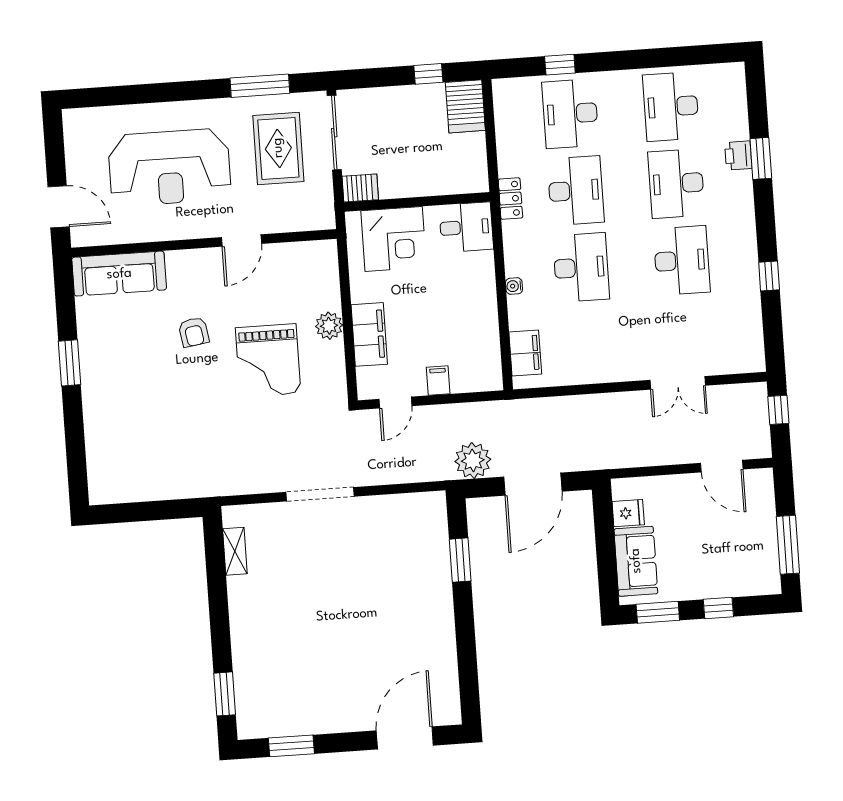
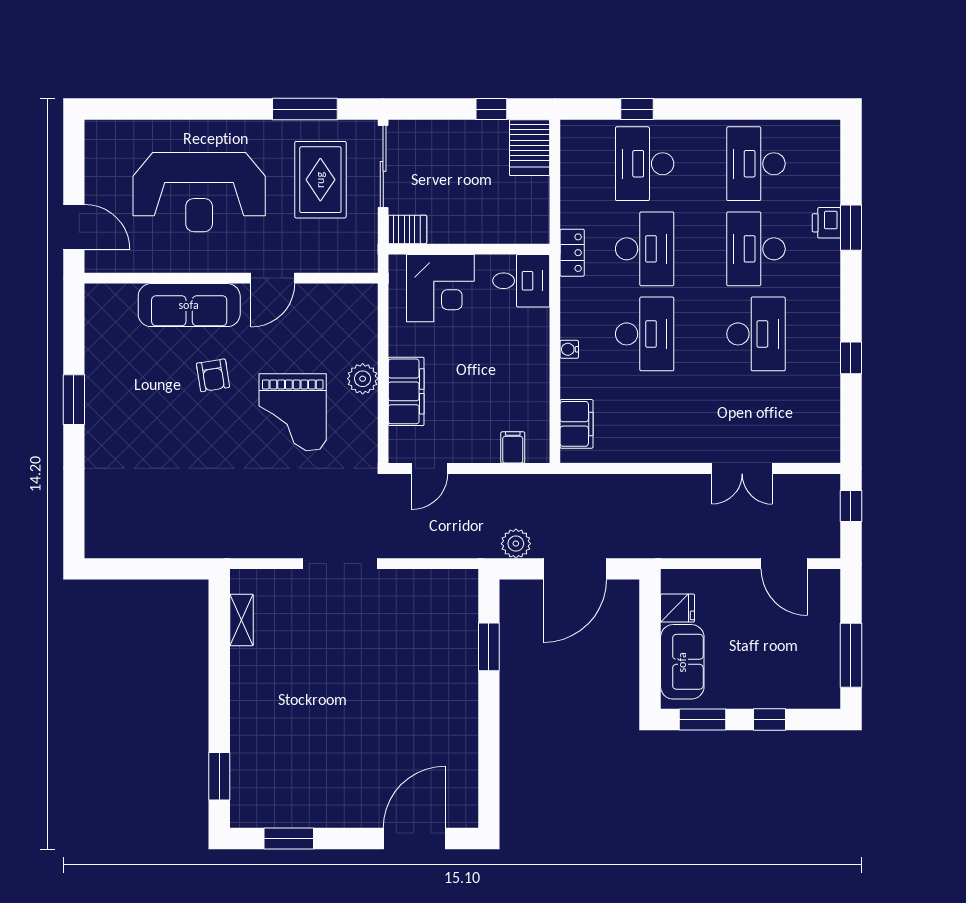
sofa: (119, 274) -> (189, 305), moved
filing cabinet: (438, 380) -> (513, 447), moved
plant: (473, 460) -> (516, 544), width x0.73, depth x0.73

